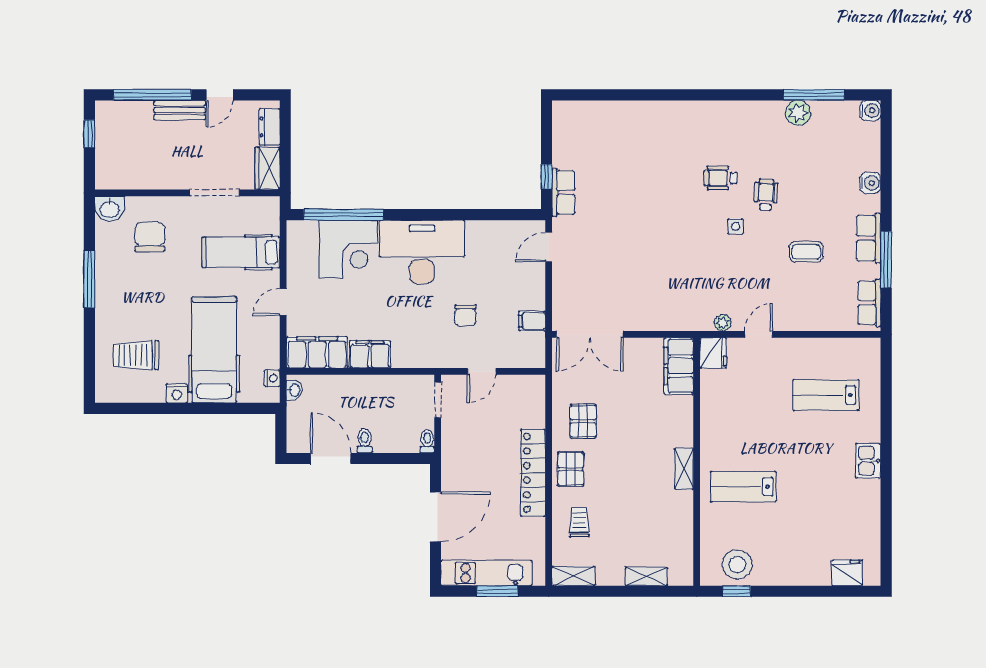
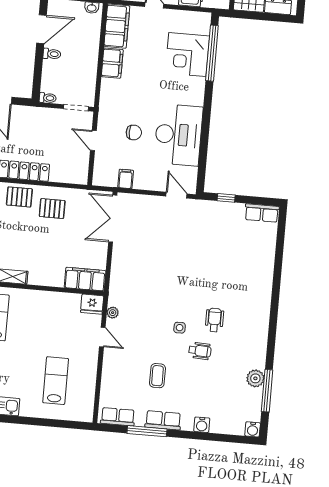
row of seats: (563, 192) -> (262, 213), moved
desk: (422, 252) -> (178, 135), moved
chair: (465, 315) -> (134, 132), turned 180

